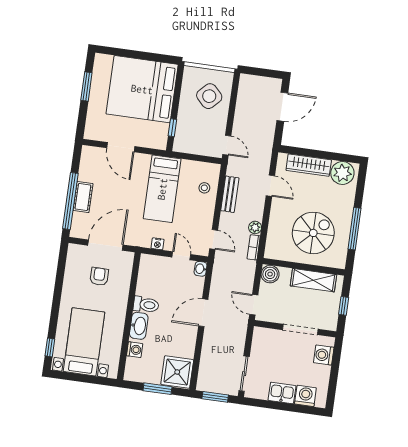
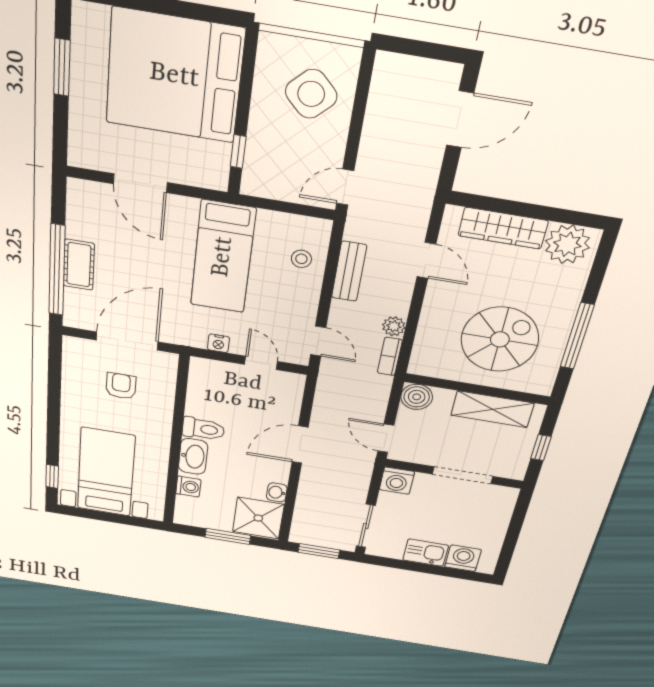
door: (227, 145) -> (345, 187), swing flipped
washbasin: (201, 269) -> (277, 492), moved
washing machine: (324, 355) -> (397, 481), moved, turned -90

